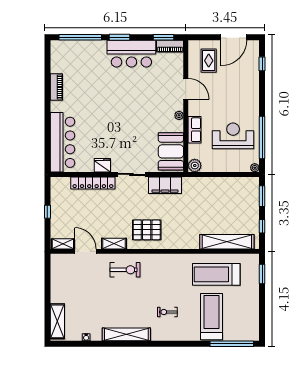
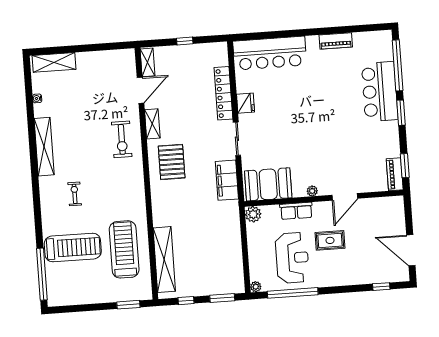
bar counter: (131, 54) -> (380, 91), moved
rug: (209, 61) -> (330, 240), moved

